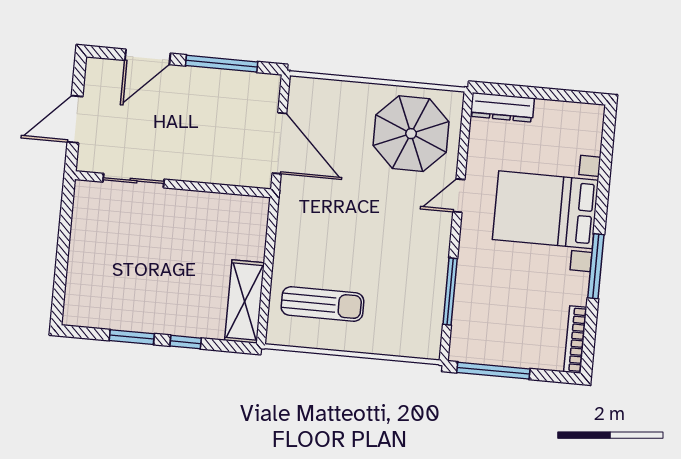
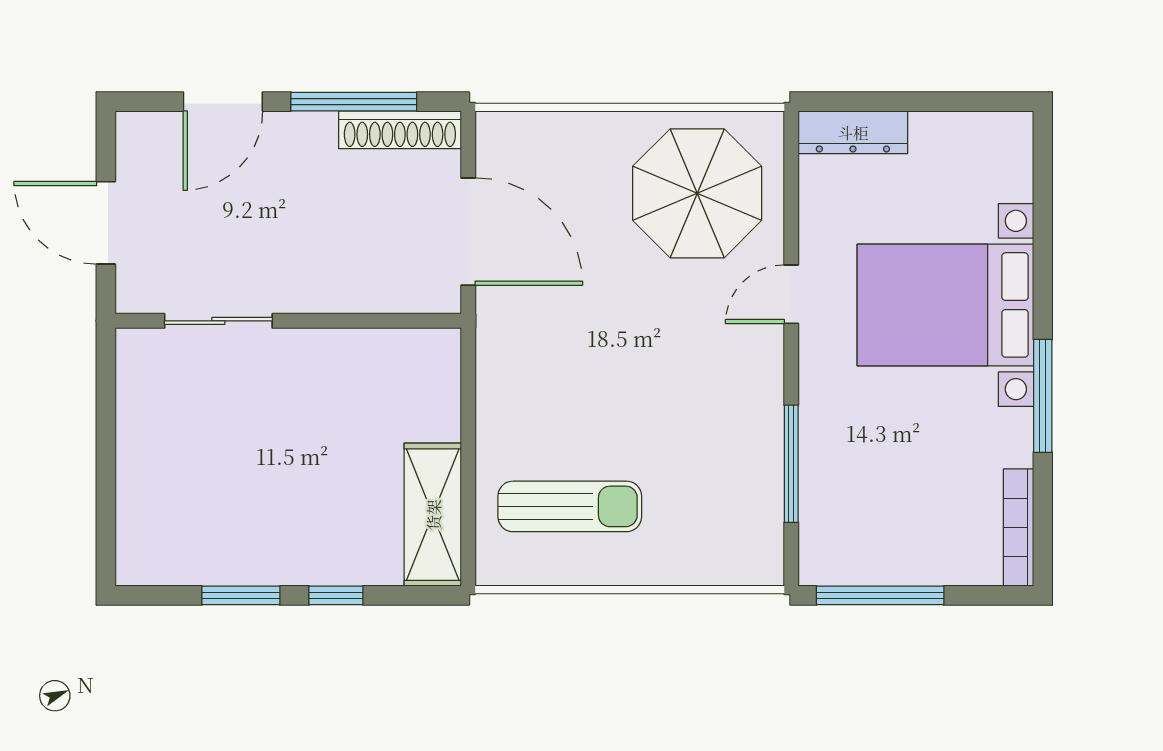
shoe rack: (246, 82) -> (400, 130), added
door: (75, 119) -> (106, 223), hinge flipped

